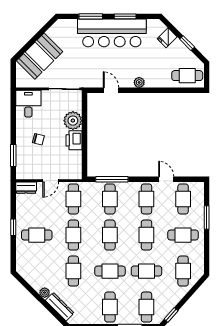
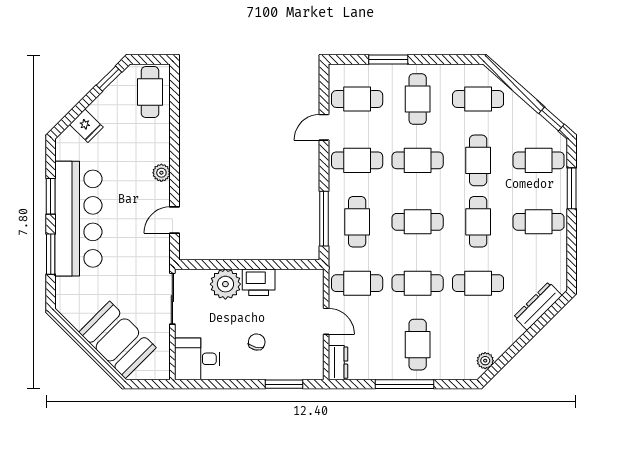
window: (187, 43) -> (109, 79), moved
cafe table: (110, 199) -> (357, 222), turned 90
window: (13, 227) -> (404, 384), width x2.17
plant: (45, 293) -> (485, 361), moved

